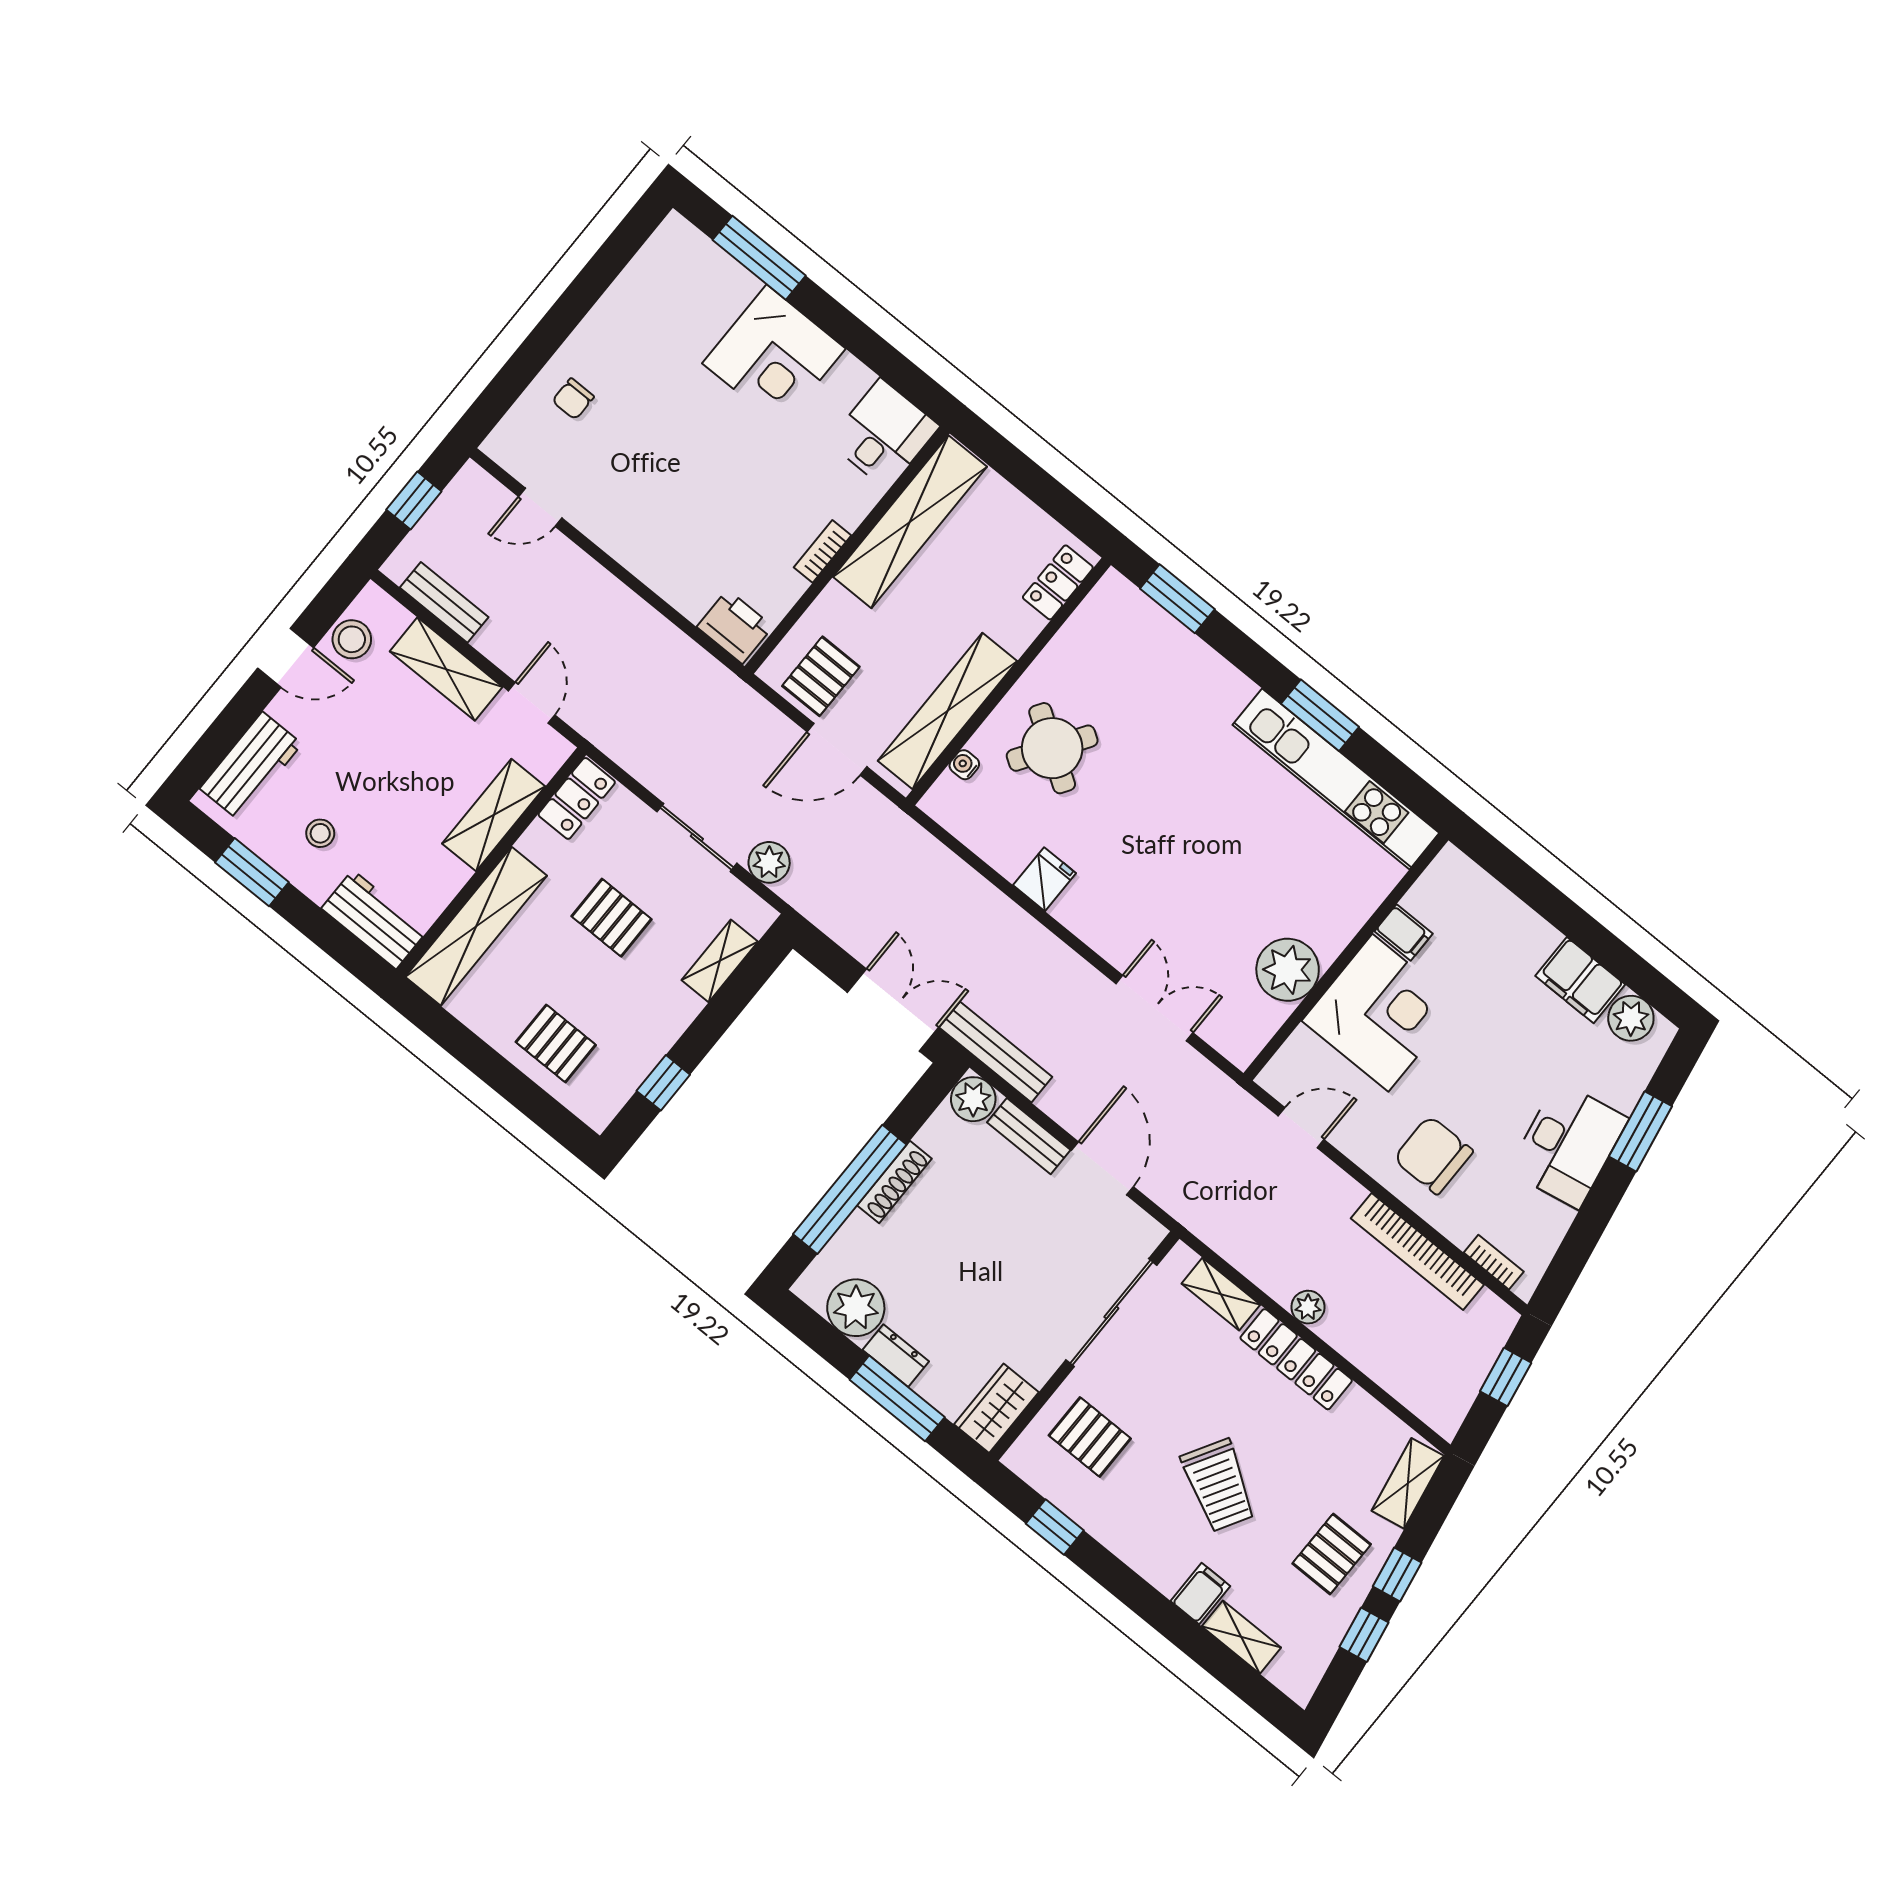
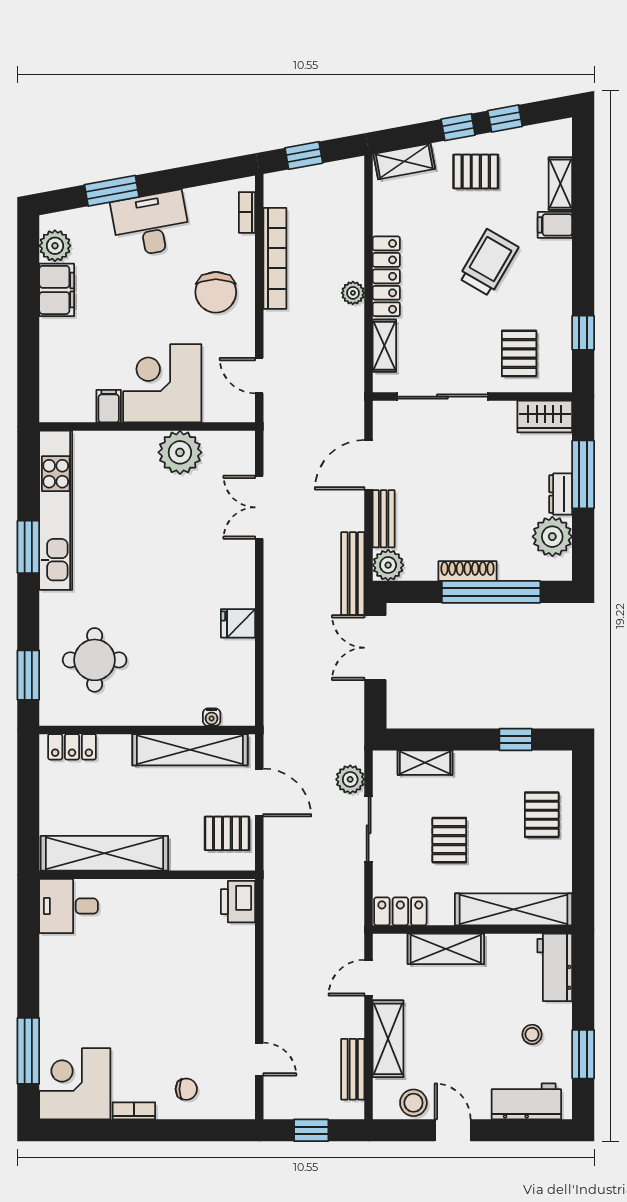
corner desk: (774, 356) -> (75, 1084), moved, turned -90
bookcase: (823, 551) -> (134, 1111), moved, turned 180
round table: (1052, 748) -> (95, 660), moved, turned -33

